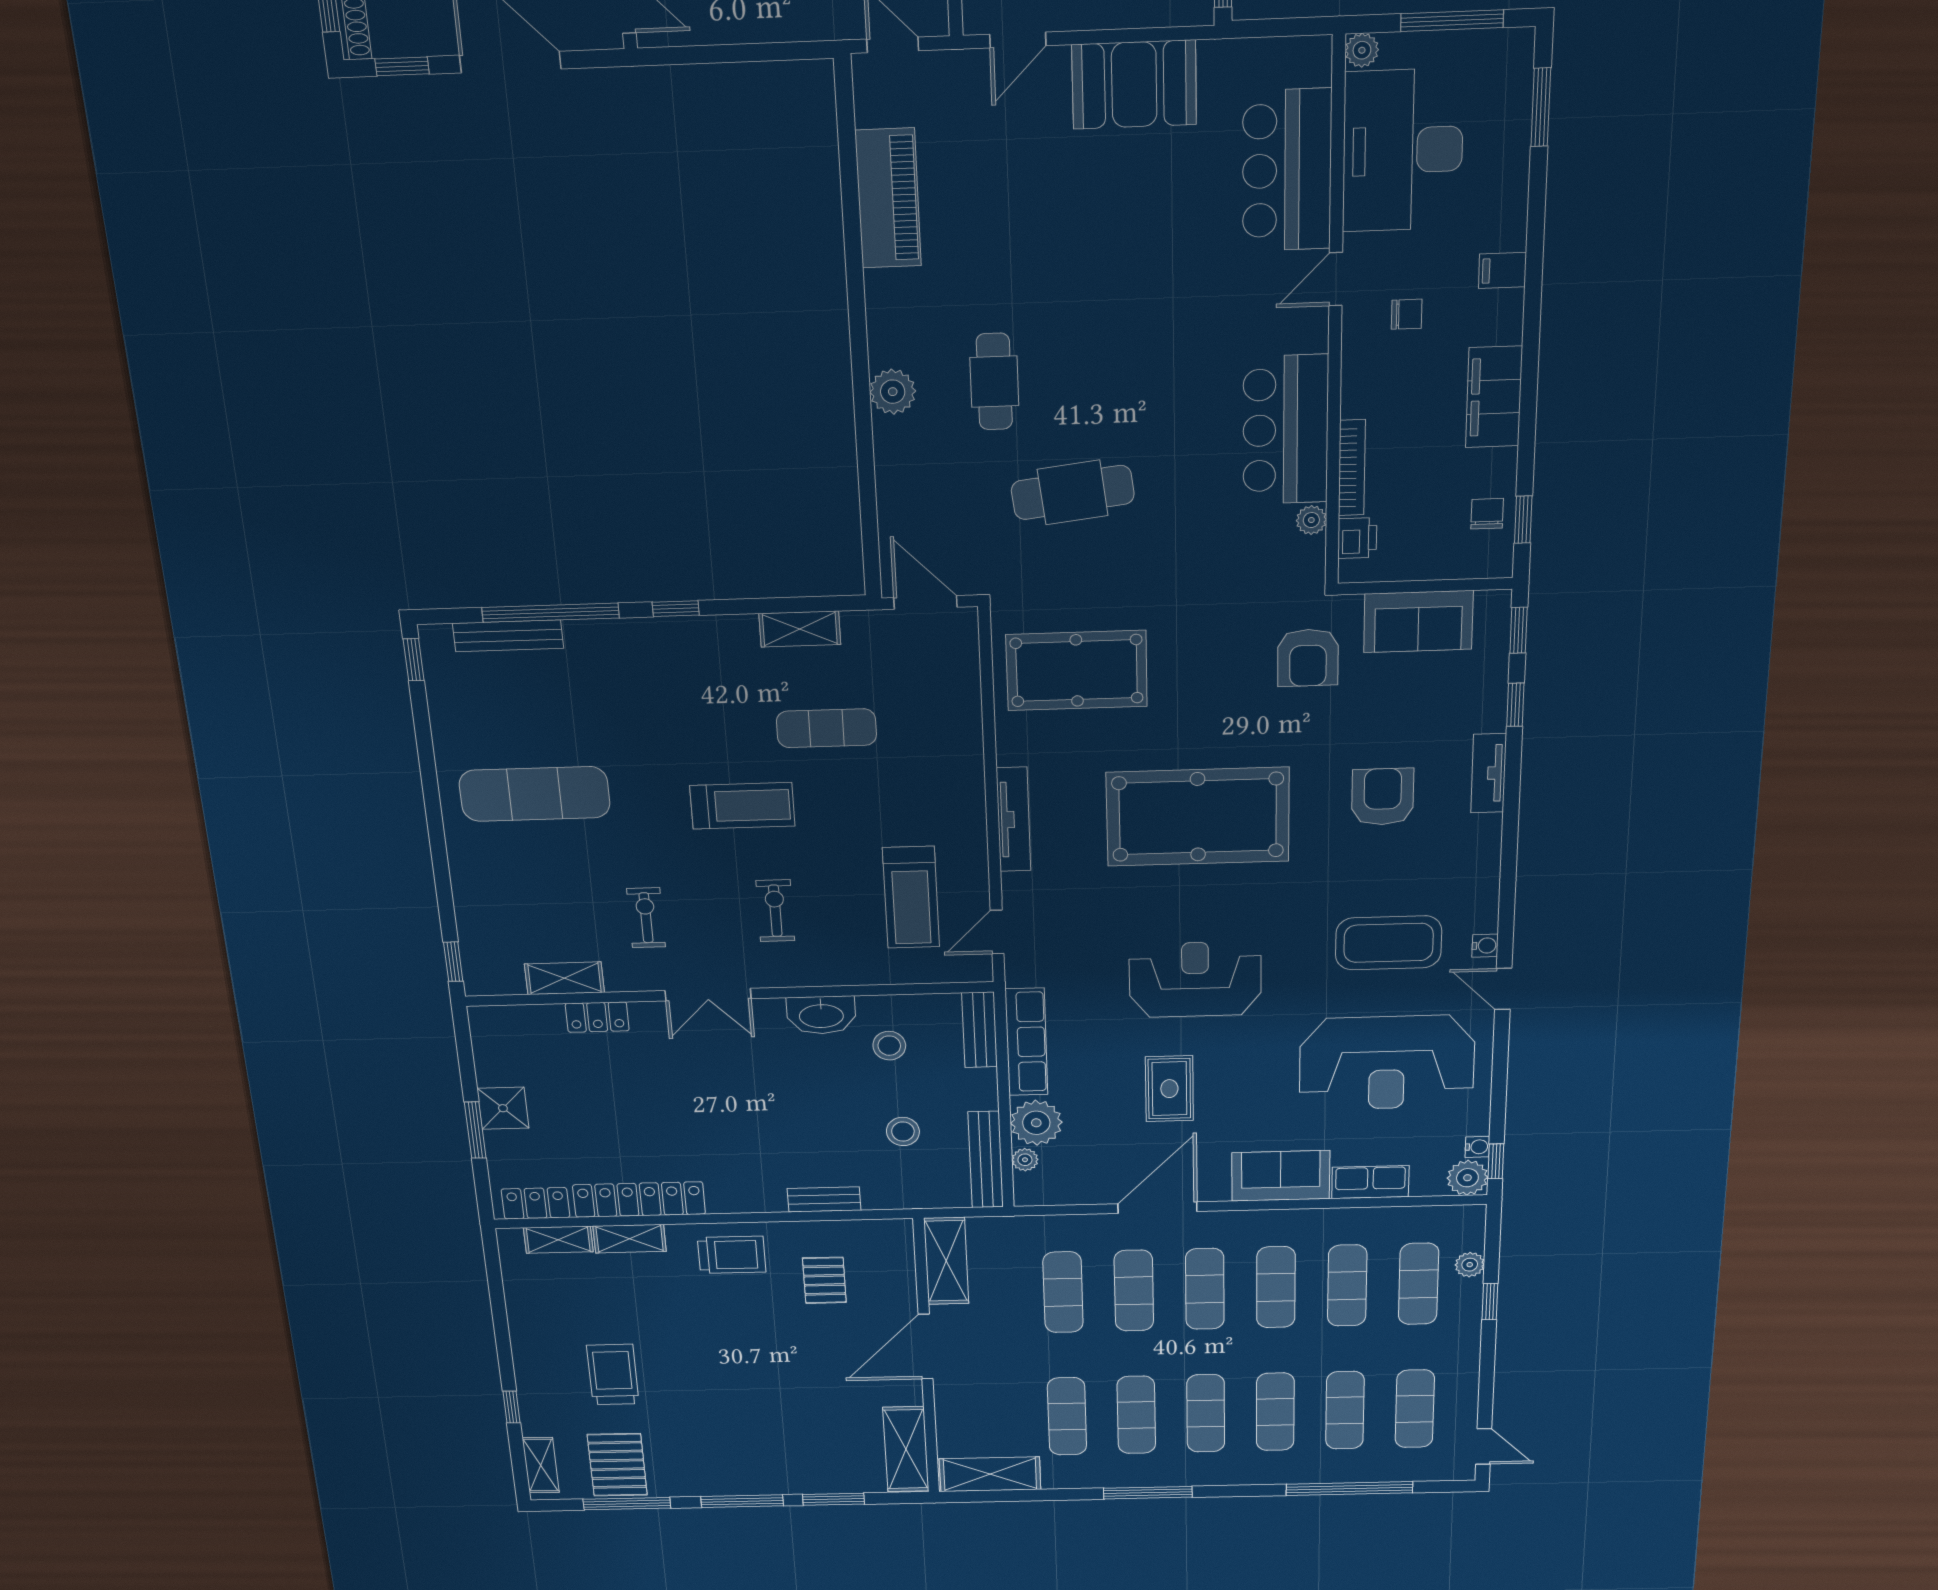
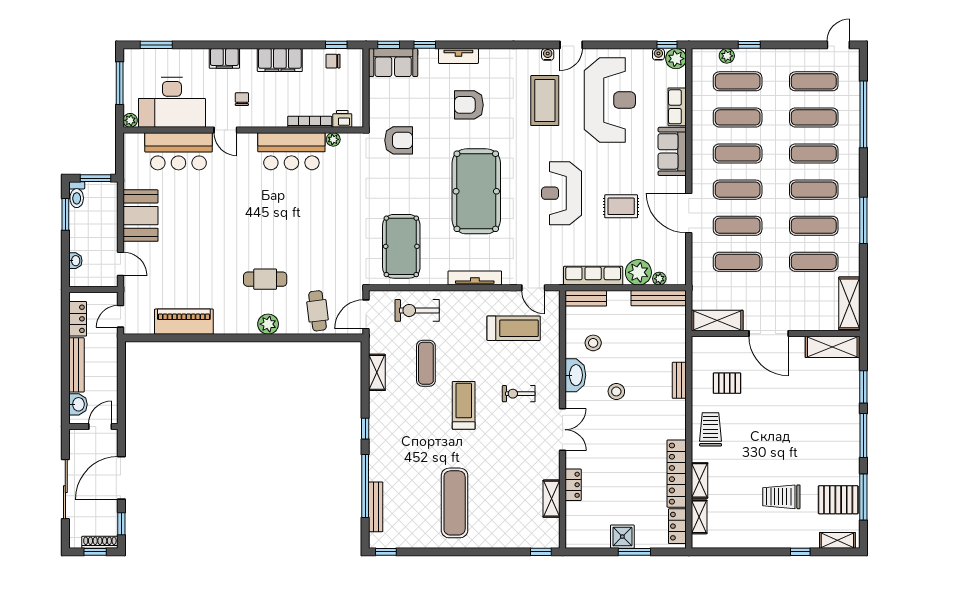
filing cabinet: (1502, 270) -> (224, 58), width x2.00
cafe table: (1073, 492) -> (317, 311), moved, width x0.73, depth x0.74
sofa: (1418, 622) -> (393, 63), moved, turned 90
exercise bike: (646, 918) -> (417, 310), moved, width x1.38, depth x1.39
stool: (903, 1131) -> (616, 391), moved

